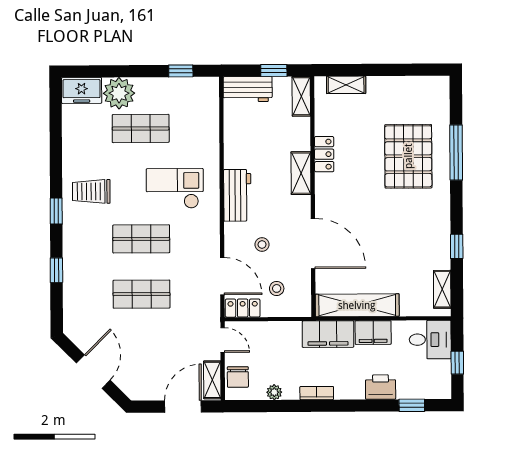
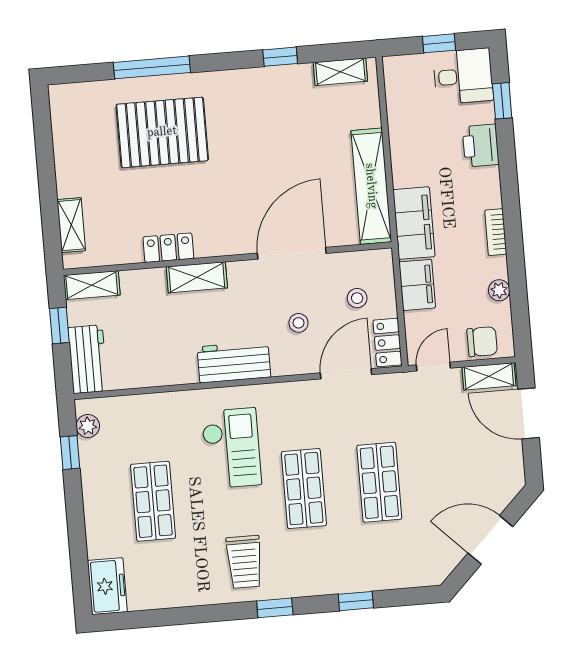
plant: (119, 93) -> (88, 426), moved, width x0.53, depth x0.53
checkout: (175, 189) -> (231, 448), turned 180
filing cabinet: (373, 333) -> (417, 285), moved
desk: (430, 340) -> (463, 76), moved, turned 90

